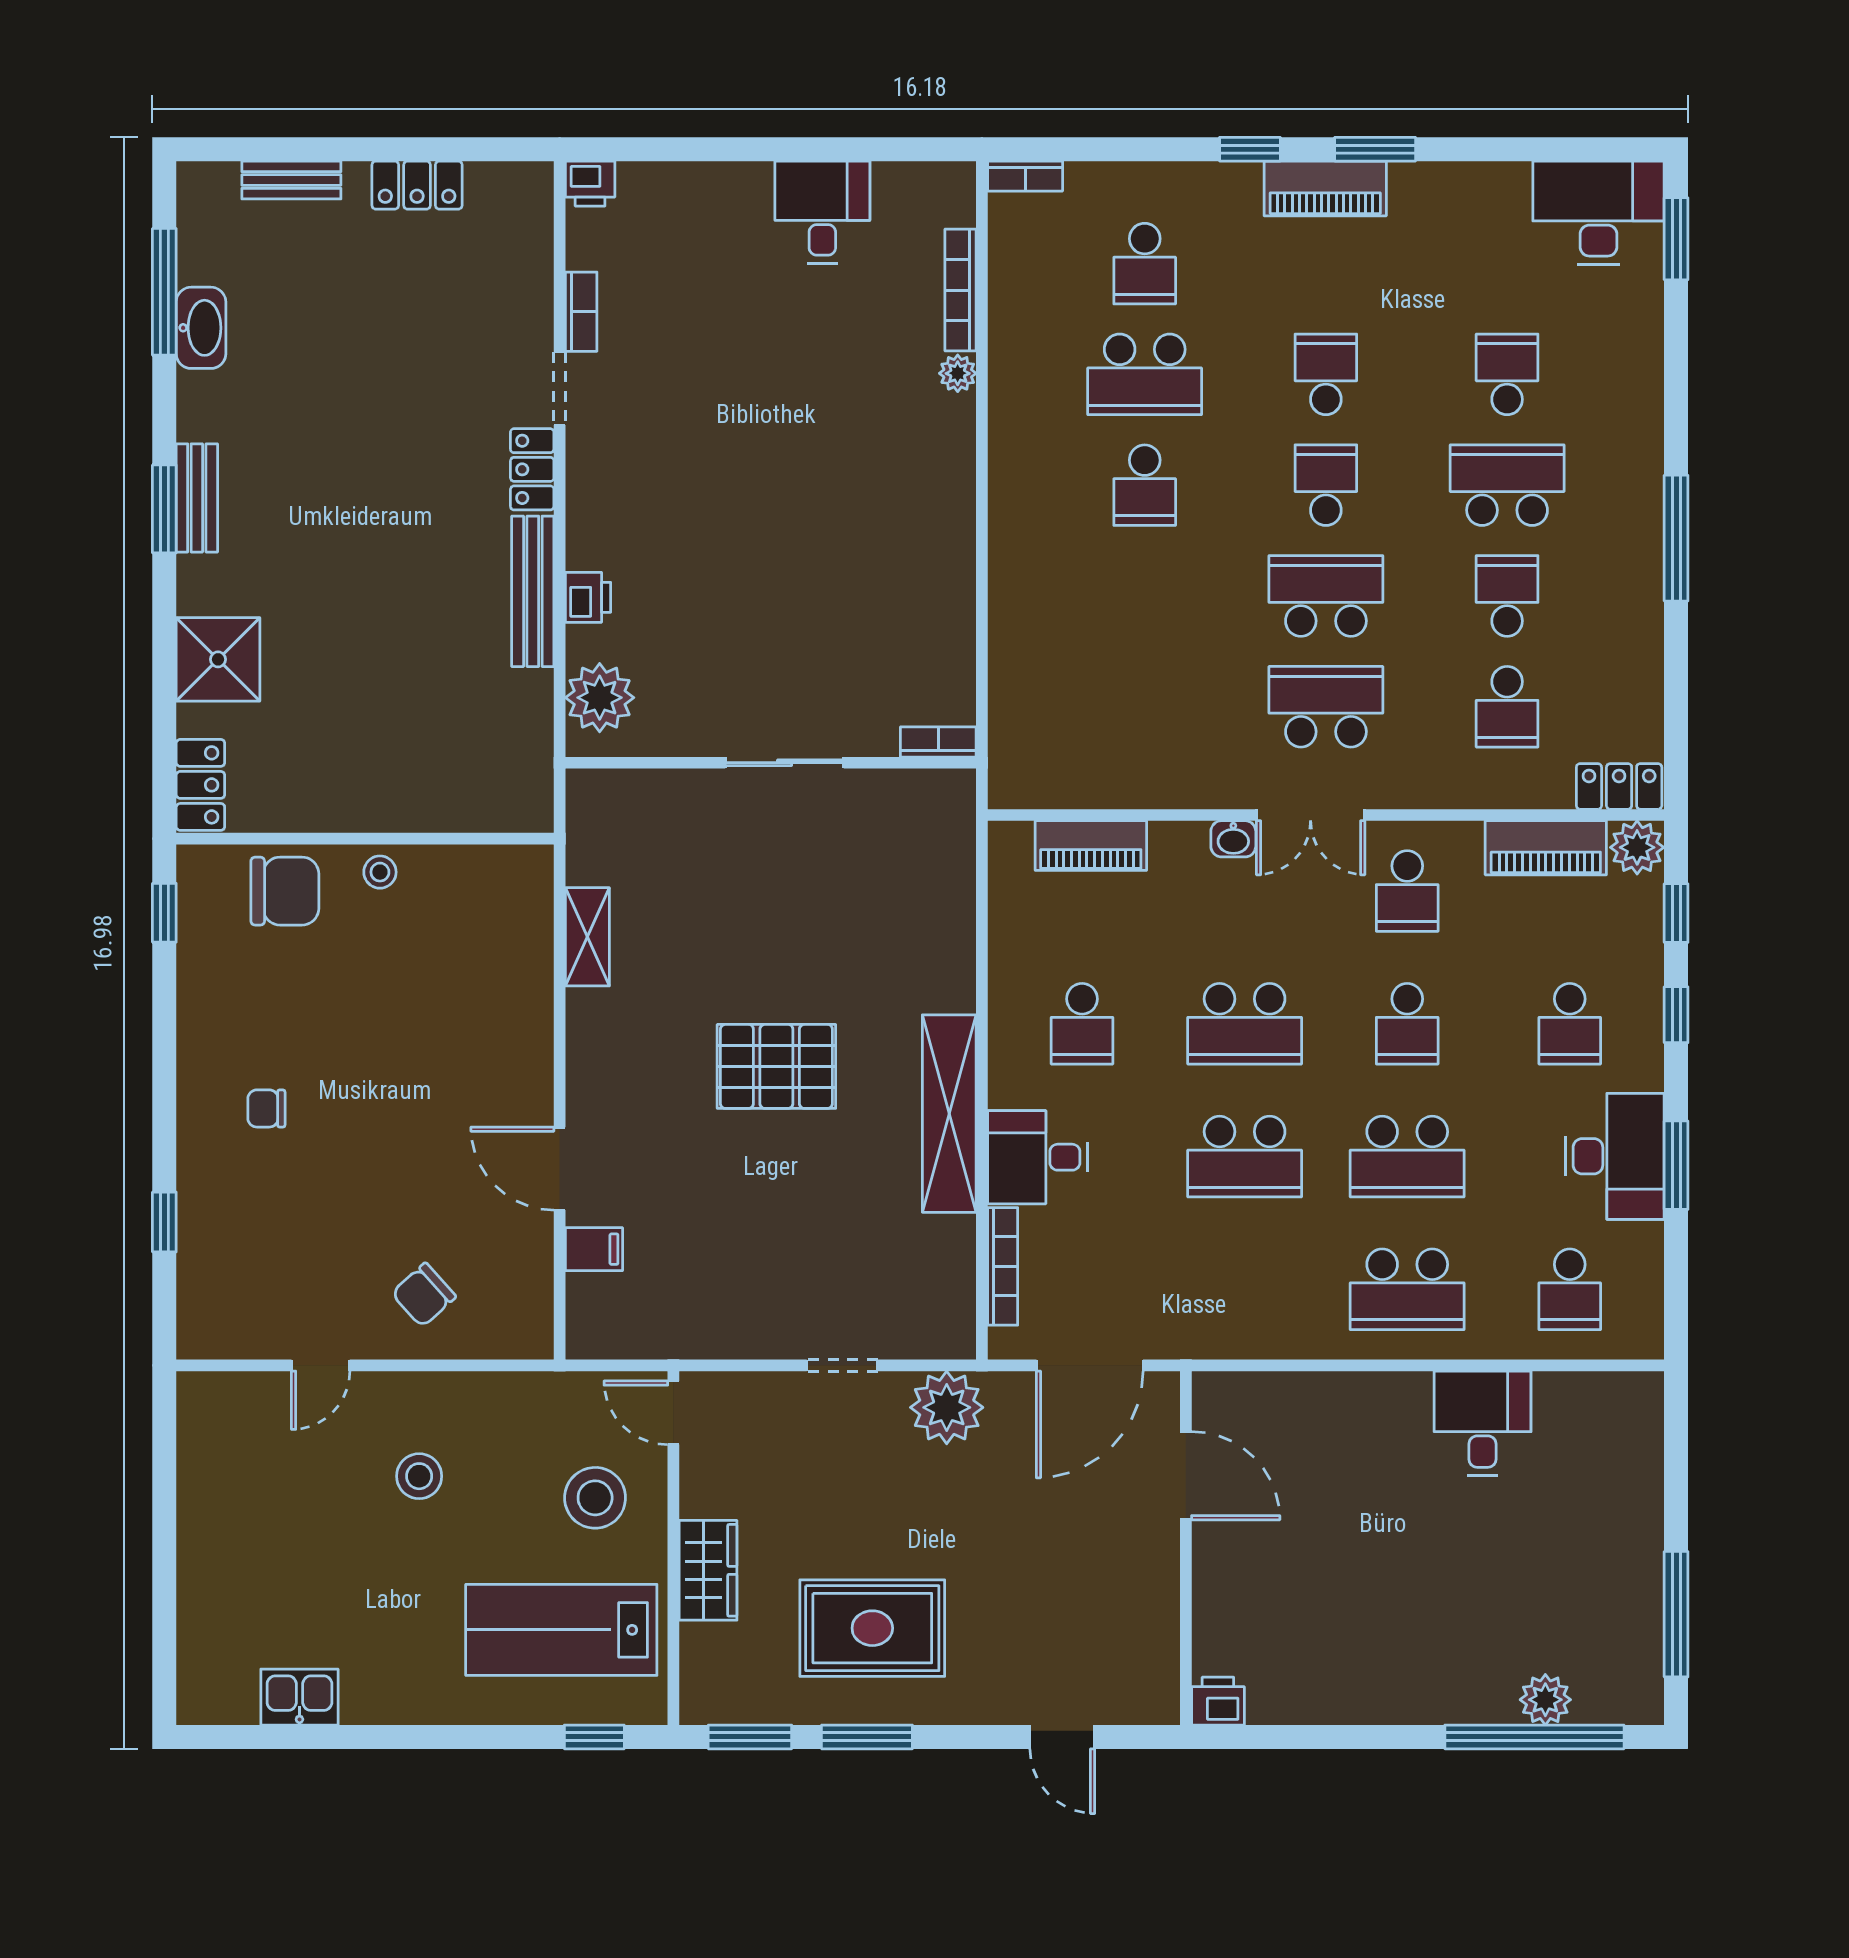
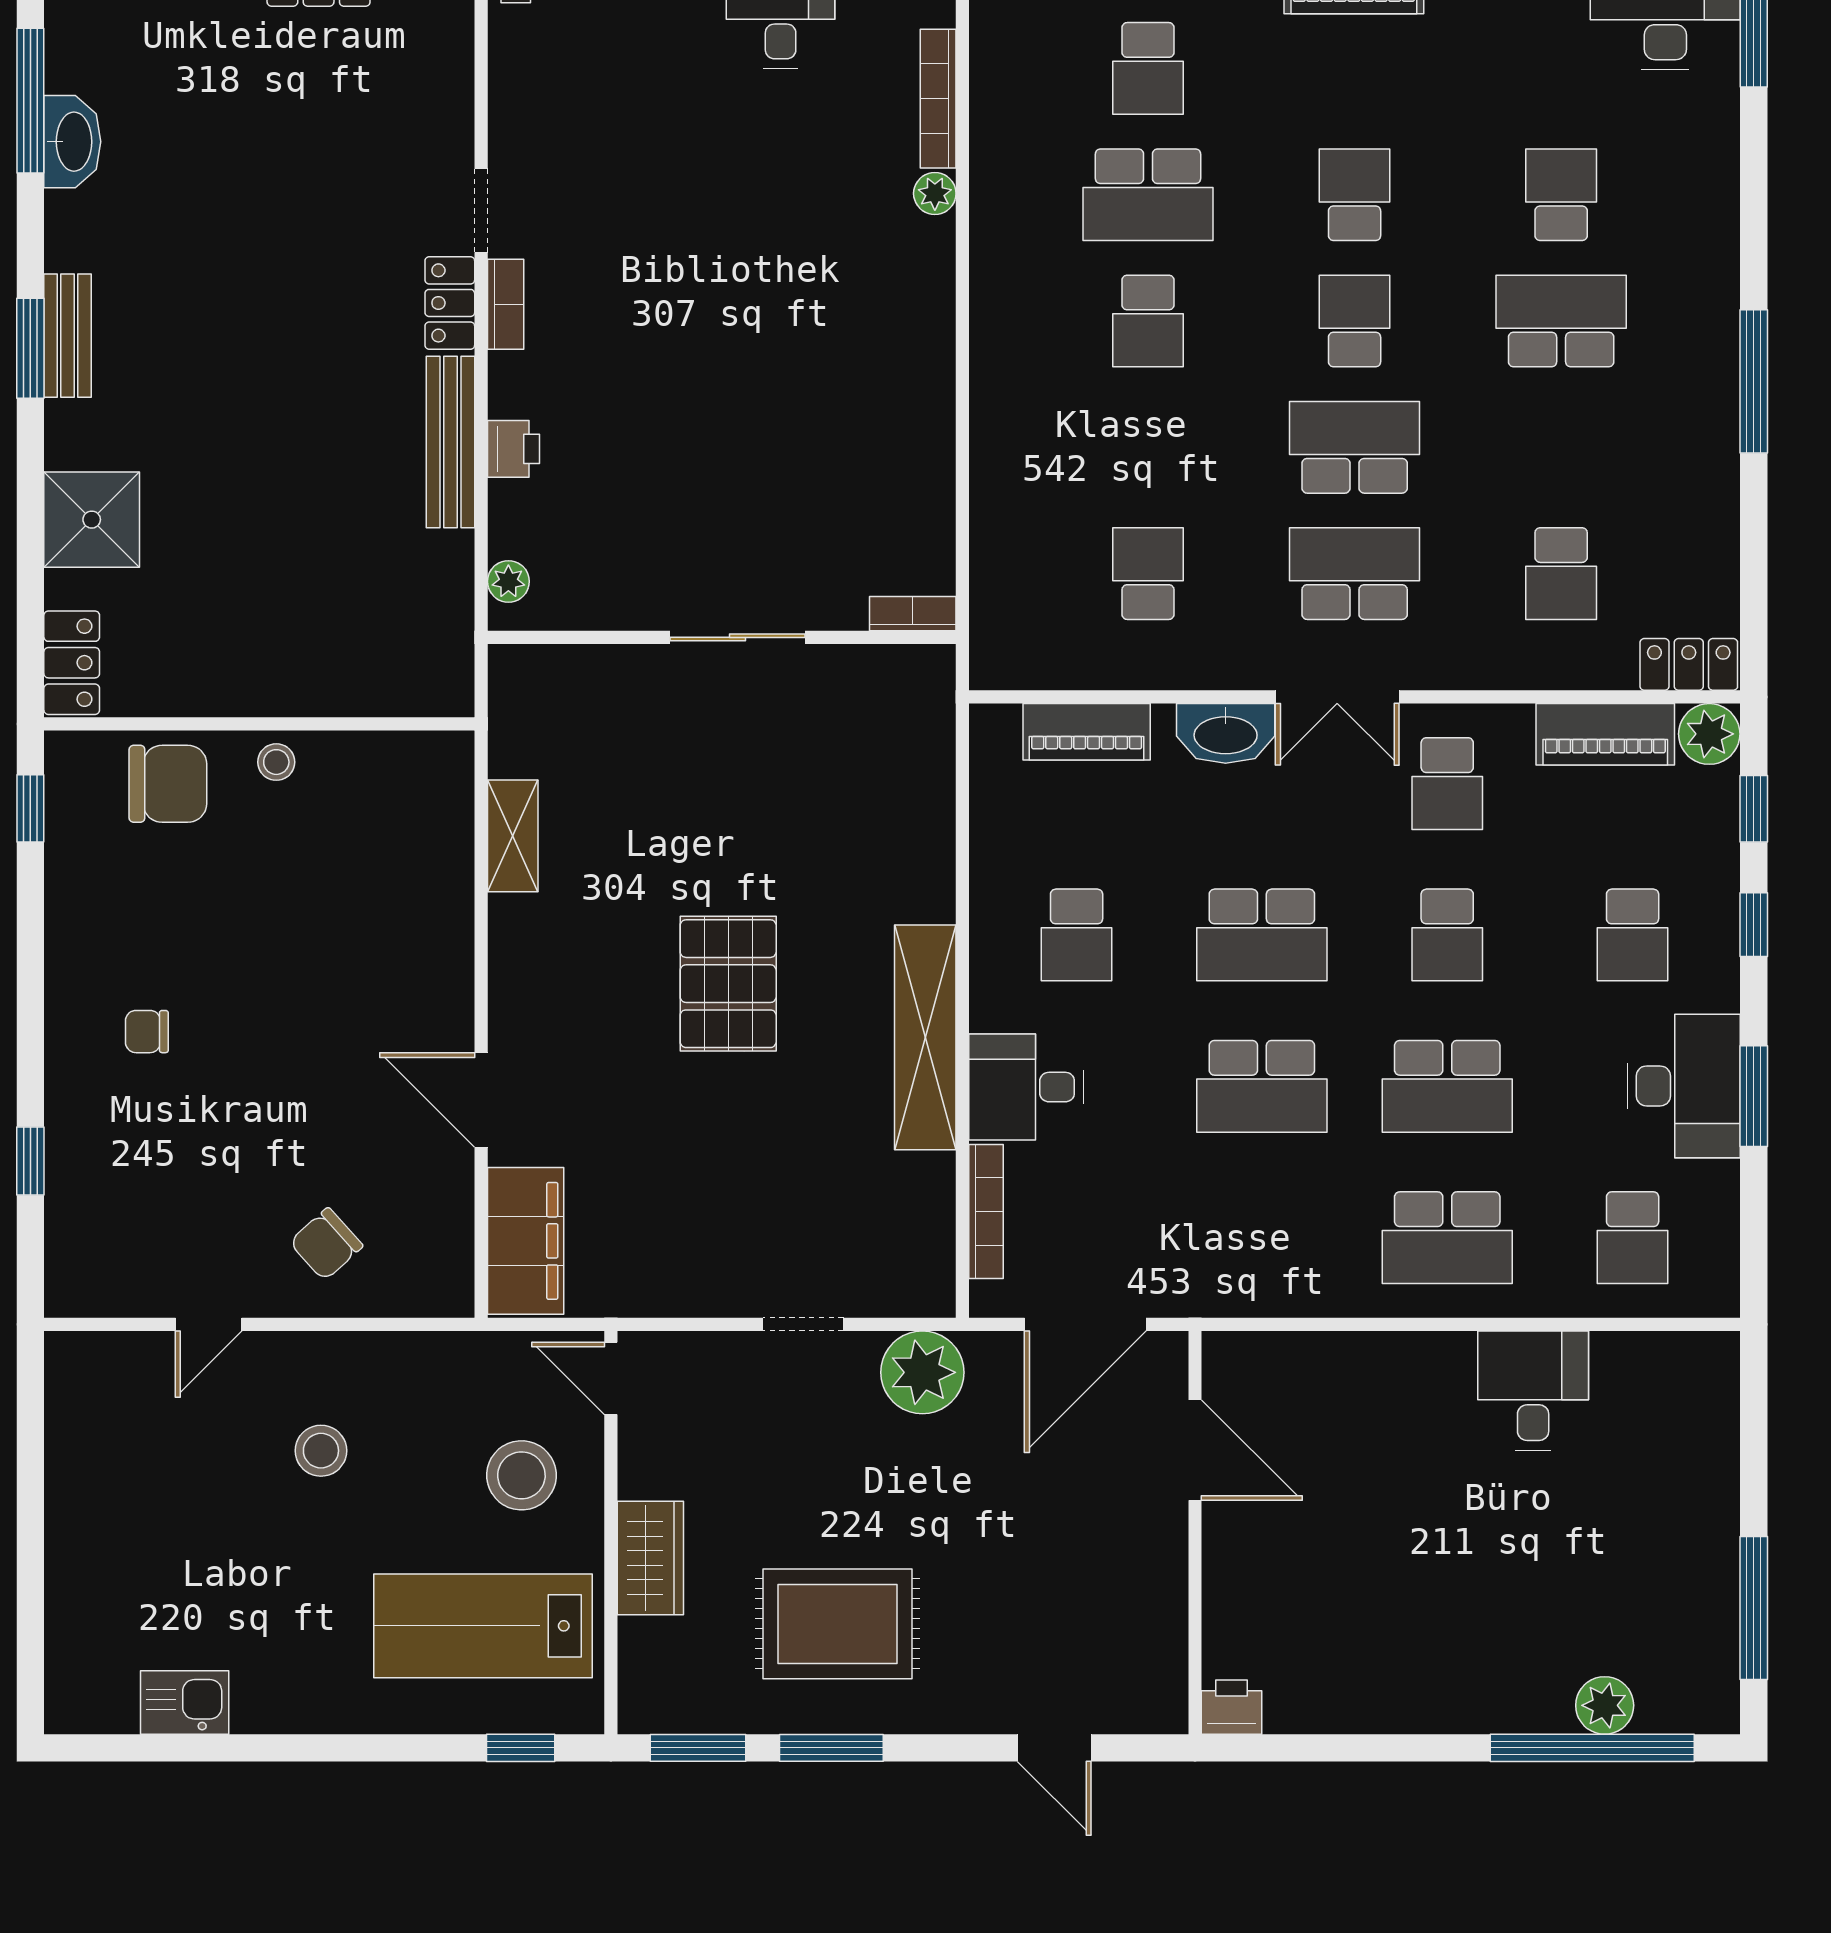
bookcase: (581, 312) -> (506, 304), moved
school desk: (1507, 596) -> (1148, 574), moved
plant: (600, 698) -> (508, 581), width x0.53, depth x0.53
washbasin: (1233, 839) -> (1226, 733), width x1.91, depth x1.45
pallet: (776, 1066) -> (728, 984), turned 90
filing cabinet: (594, 1249) -> (526, 1241), width x3.00, depth x1.17

